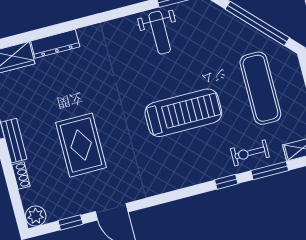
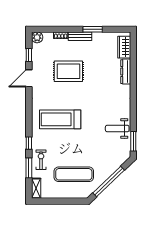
treadmill: (183, 113) -> (60, 119), moved, turned 90

